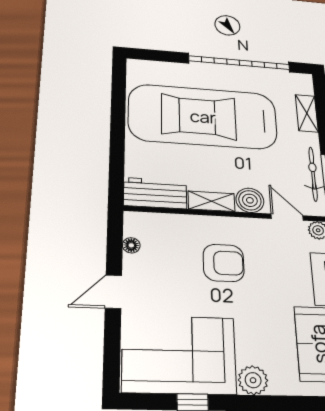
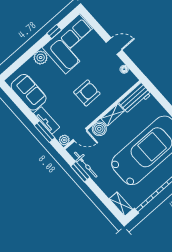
shelving: (307, 113) -> (121, 204), moved
armchair: (224, 263) -> (87, 93), turned 180
door: (114, 292) -> (114, 46), hinge flipped

